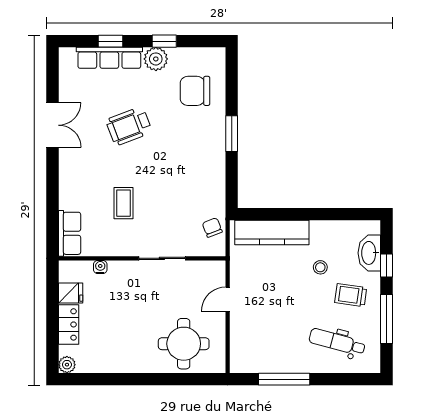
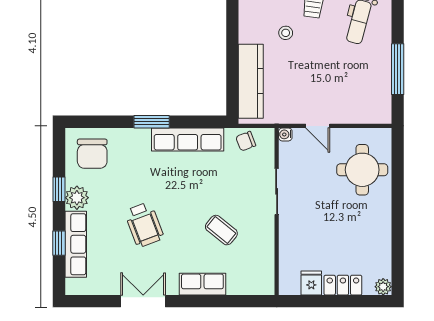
chair: (195, 91) -> (92, 154), moved
row of seats: (214, 169) -> (188, 139), added
coffee table: (124, 203) -> (221, 230), turned 39
row of seats: (70, 233) -> (202, 284), moved
water cooler: (100, 267) -> (285, 134), moved

